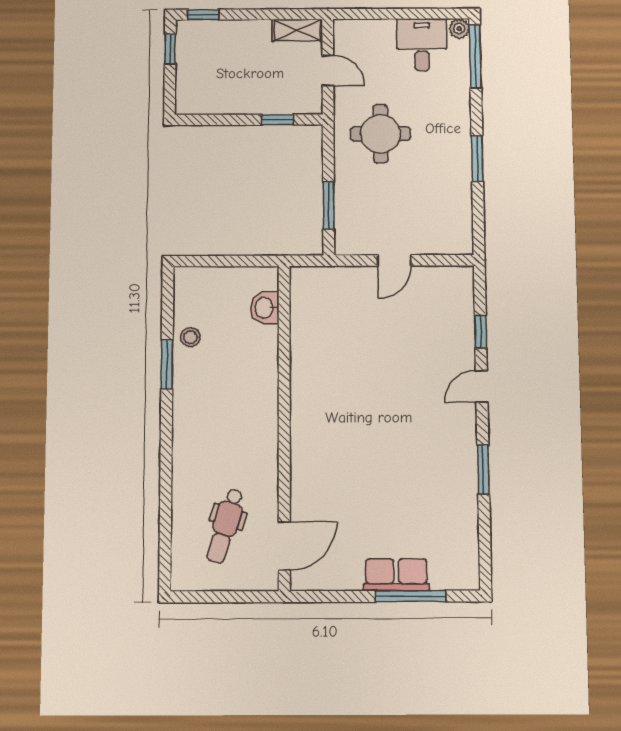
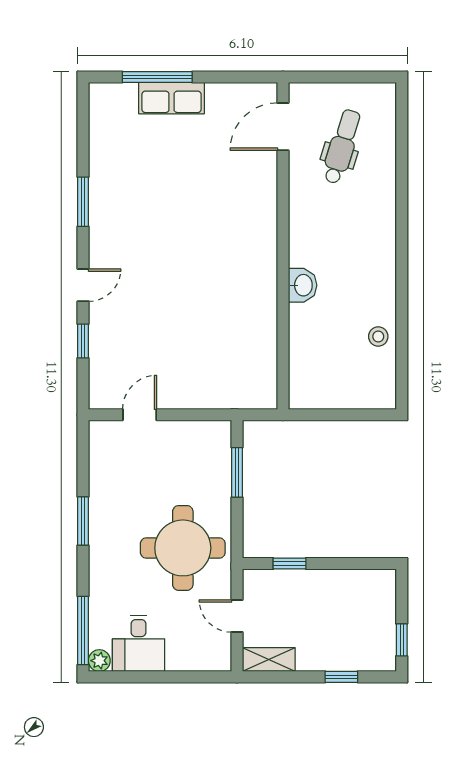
window: (203, 15) -> (341, 677), moved
round table: (380, 134) -> (183, 548), width x1.36, depth x1.36
door: (394, 260) -> (140, 415), moved
washbasin: (265, 308) -> (303, 285), moved
window: (167, 364) -> (402, 309), removed

